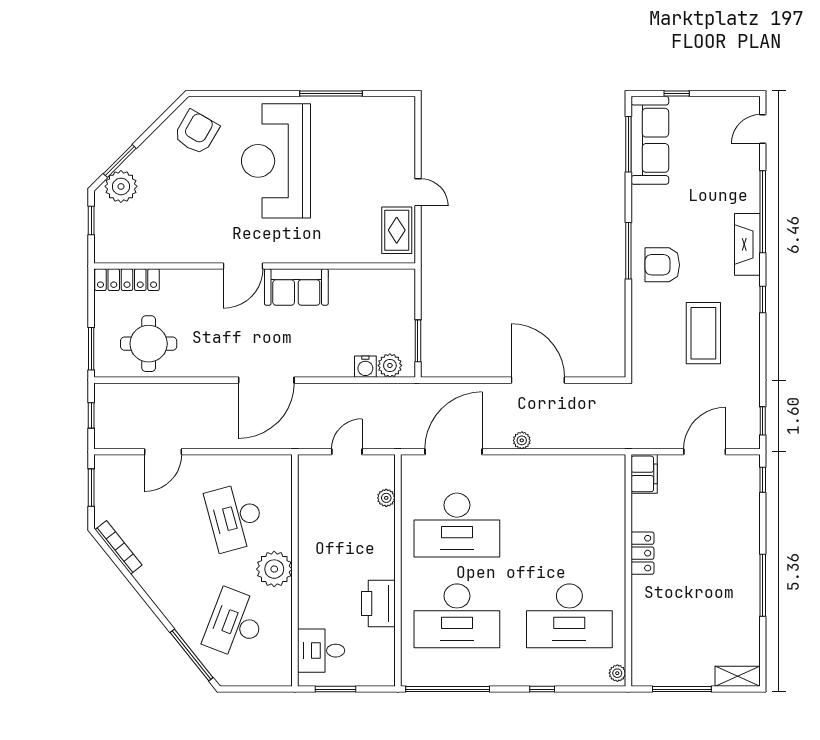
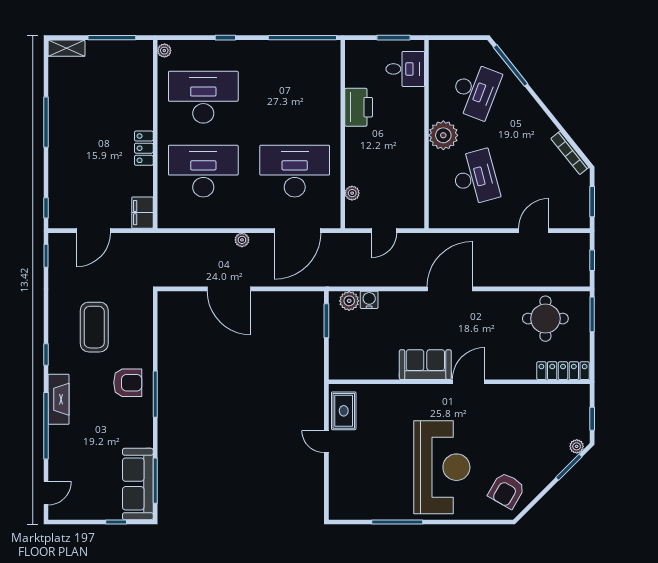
plant: (121, 186) -> (577, 446), width x0.53, depth x0.53
desk: (457, 616) -> (203, 171), moved

